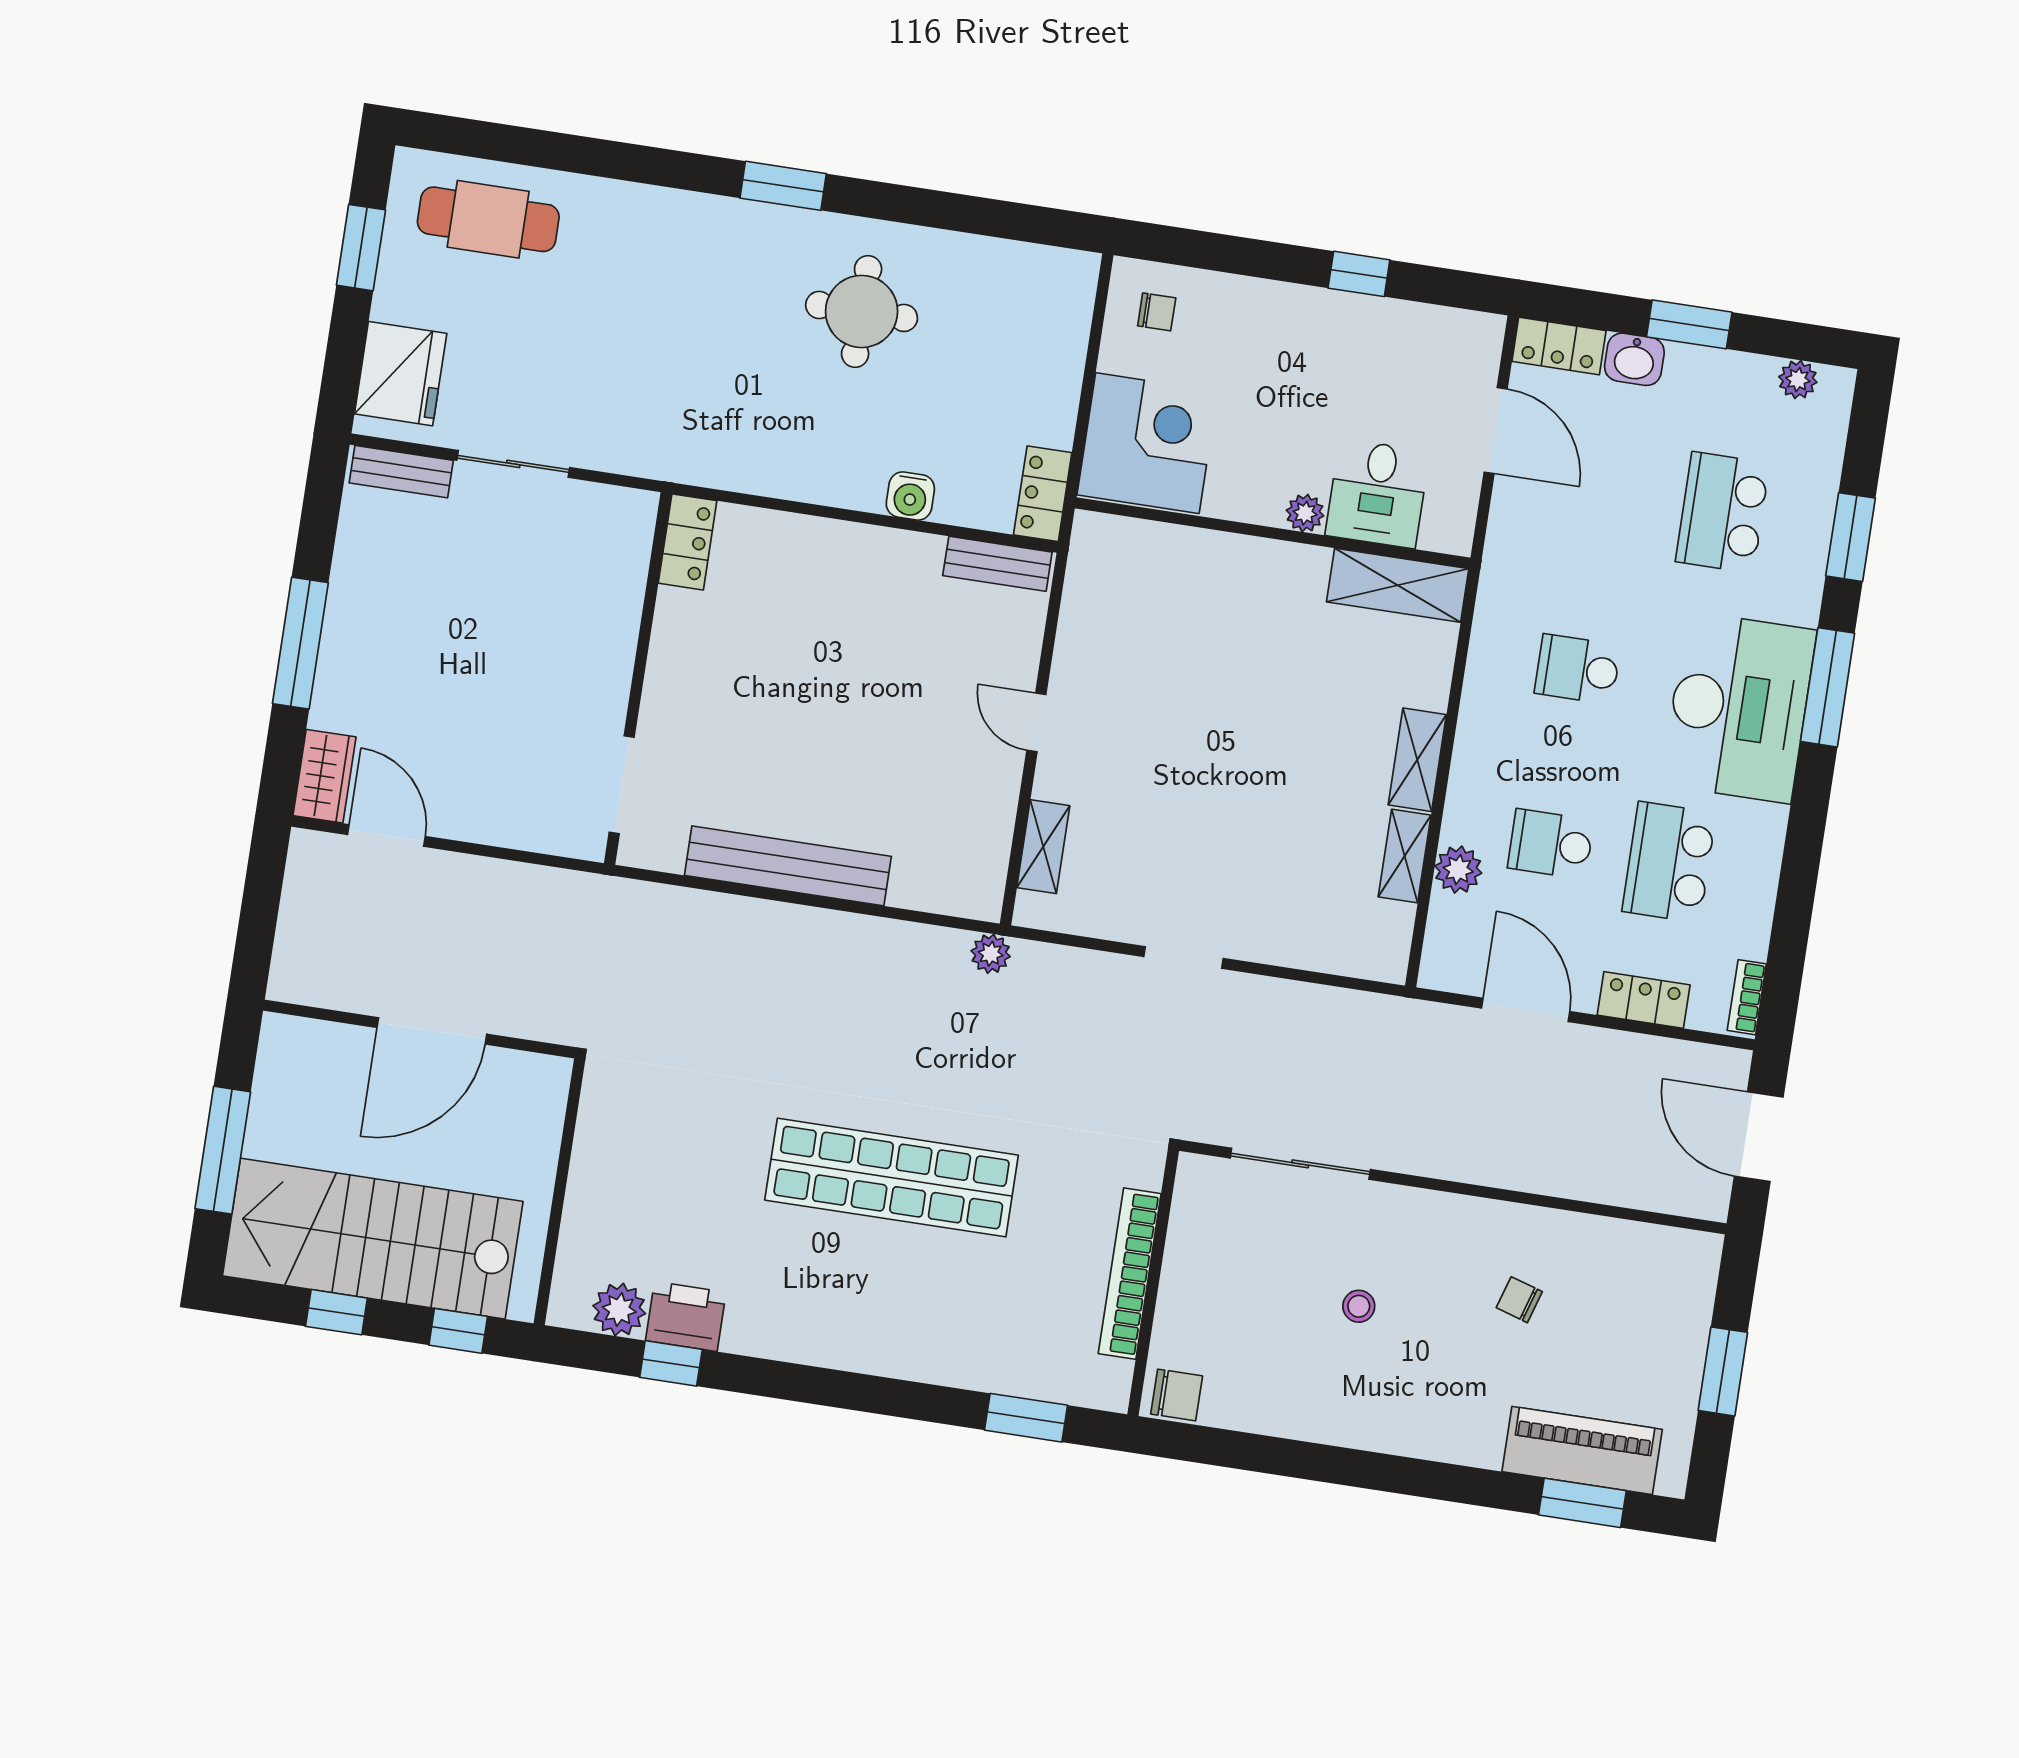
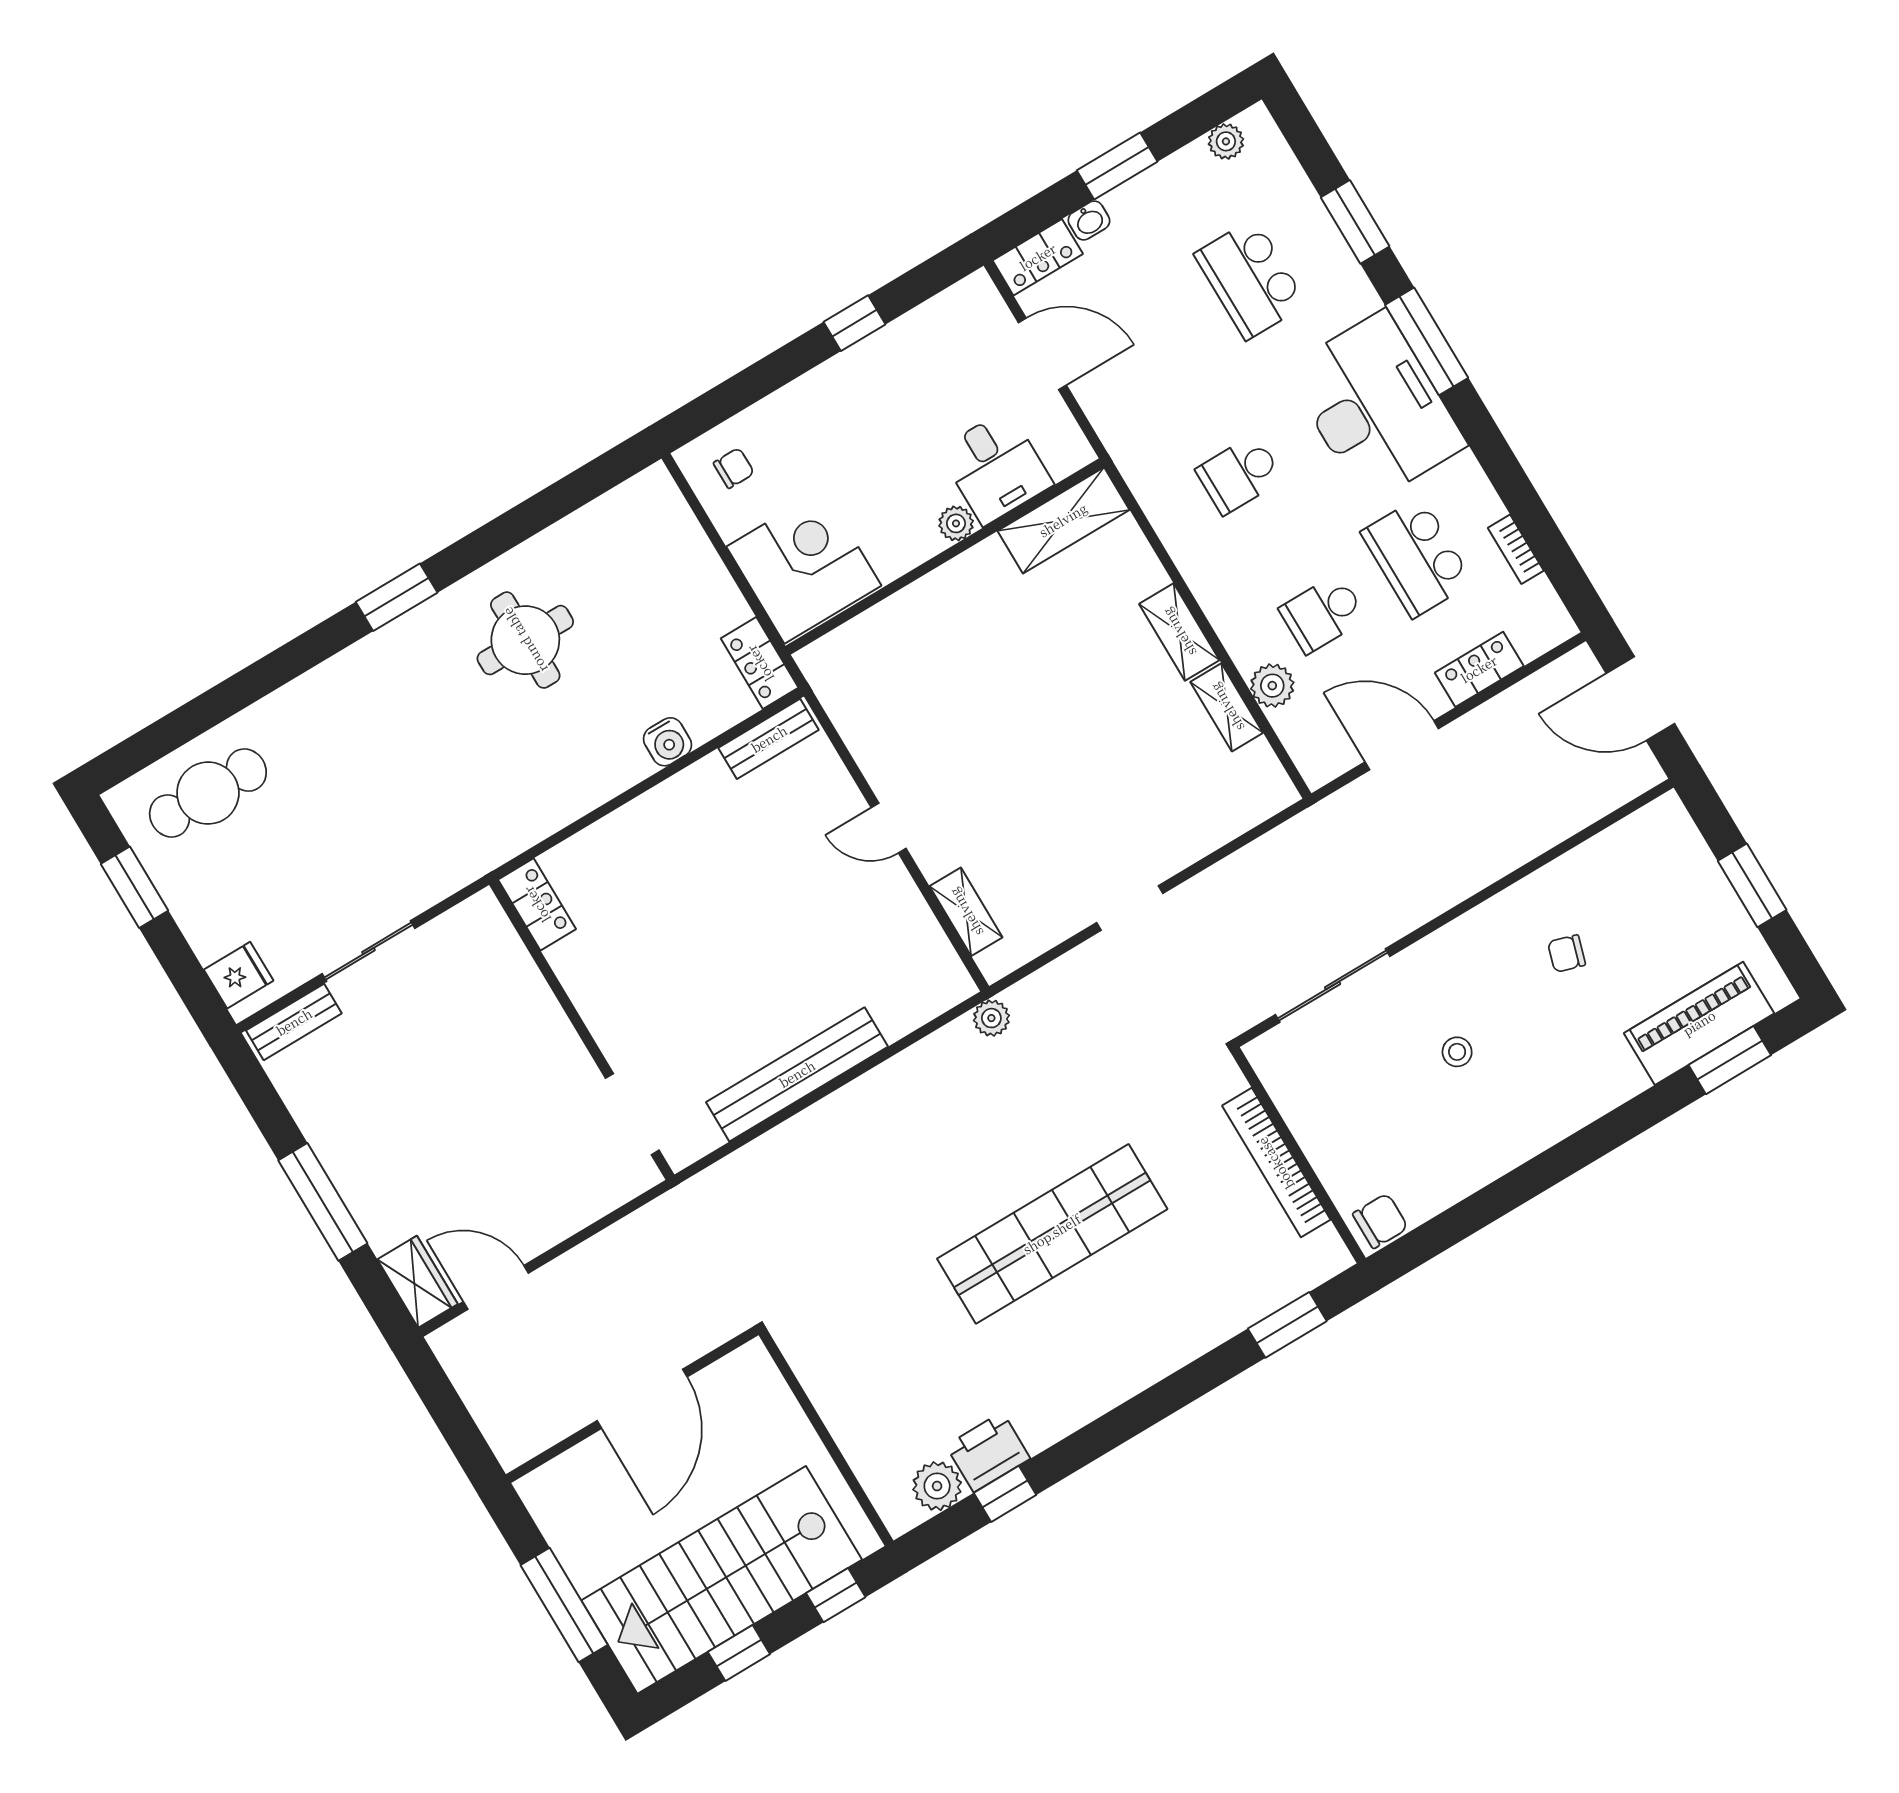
washbasin: (1634, 359) -> (1089, 220), width x0.72, depth x0.69
fridge: (401, 374) -> (239, 975), width x0.53, depth x0.75
bookcase: (1747, 997) -> (1516, 549), moved

